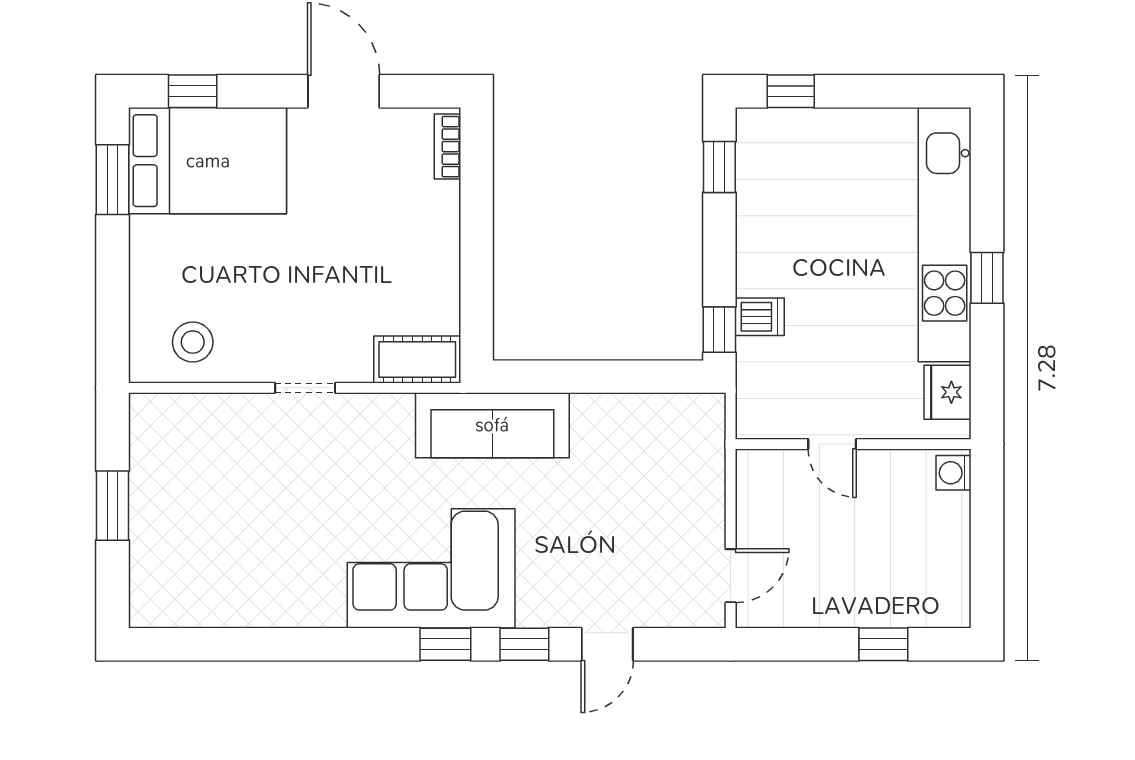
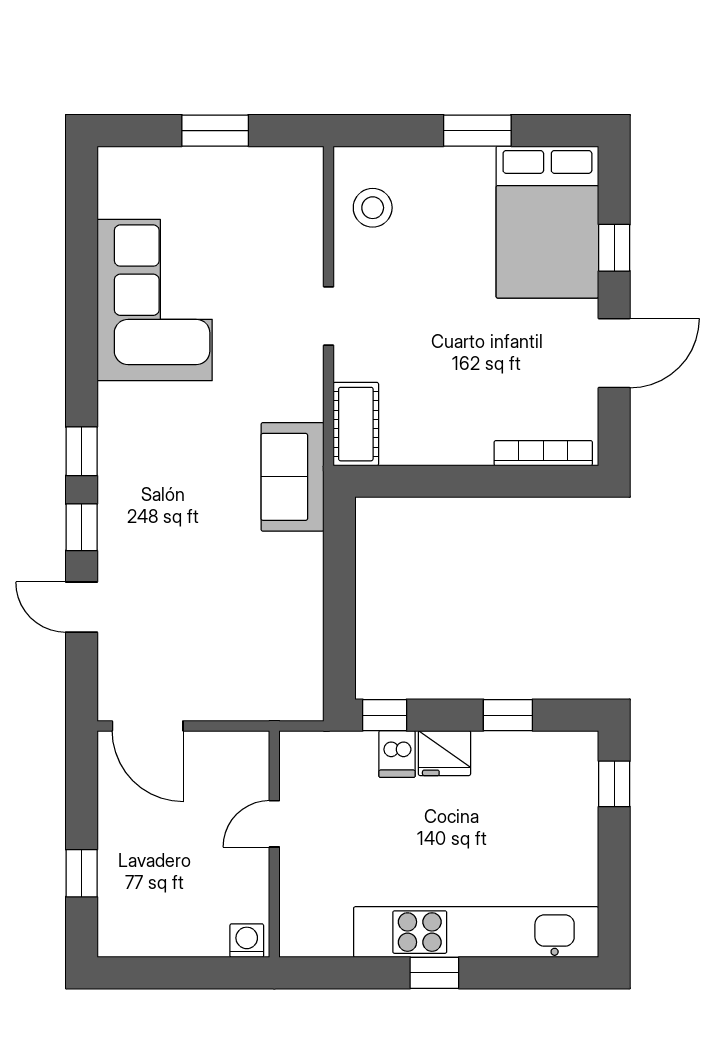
window: (193, 91) -> (614, 248), moved
bookcase: (447, 147) -> (543, 453), width x1.56
window: (719, 167) -> (508, 715), moved
window: (113, 180) -> (477, 131), moved
fridge: (948, 392) -> (444, 753), moved, turned 180
sofa: (492, 425) -> (292, 477), width x0.73
corner sofa: (431, 568) -> (155, 300), moved
door: (731, 576) -> (148, 726), width x1.38

